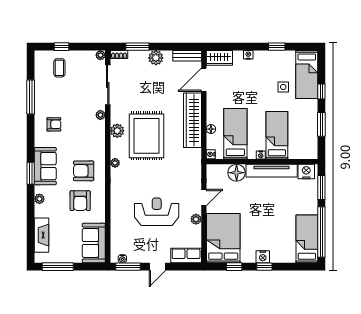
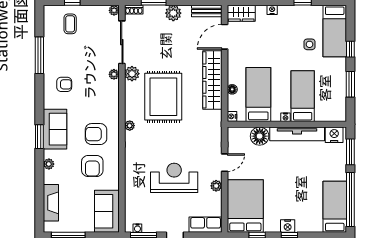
plant: (117, 131) -> (132, 74), moved

